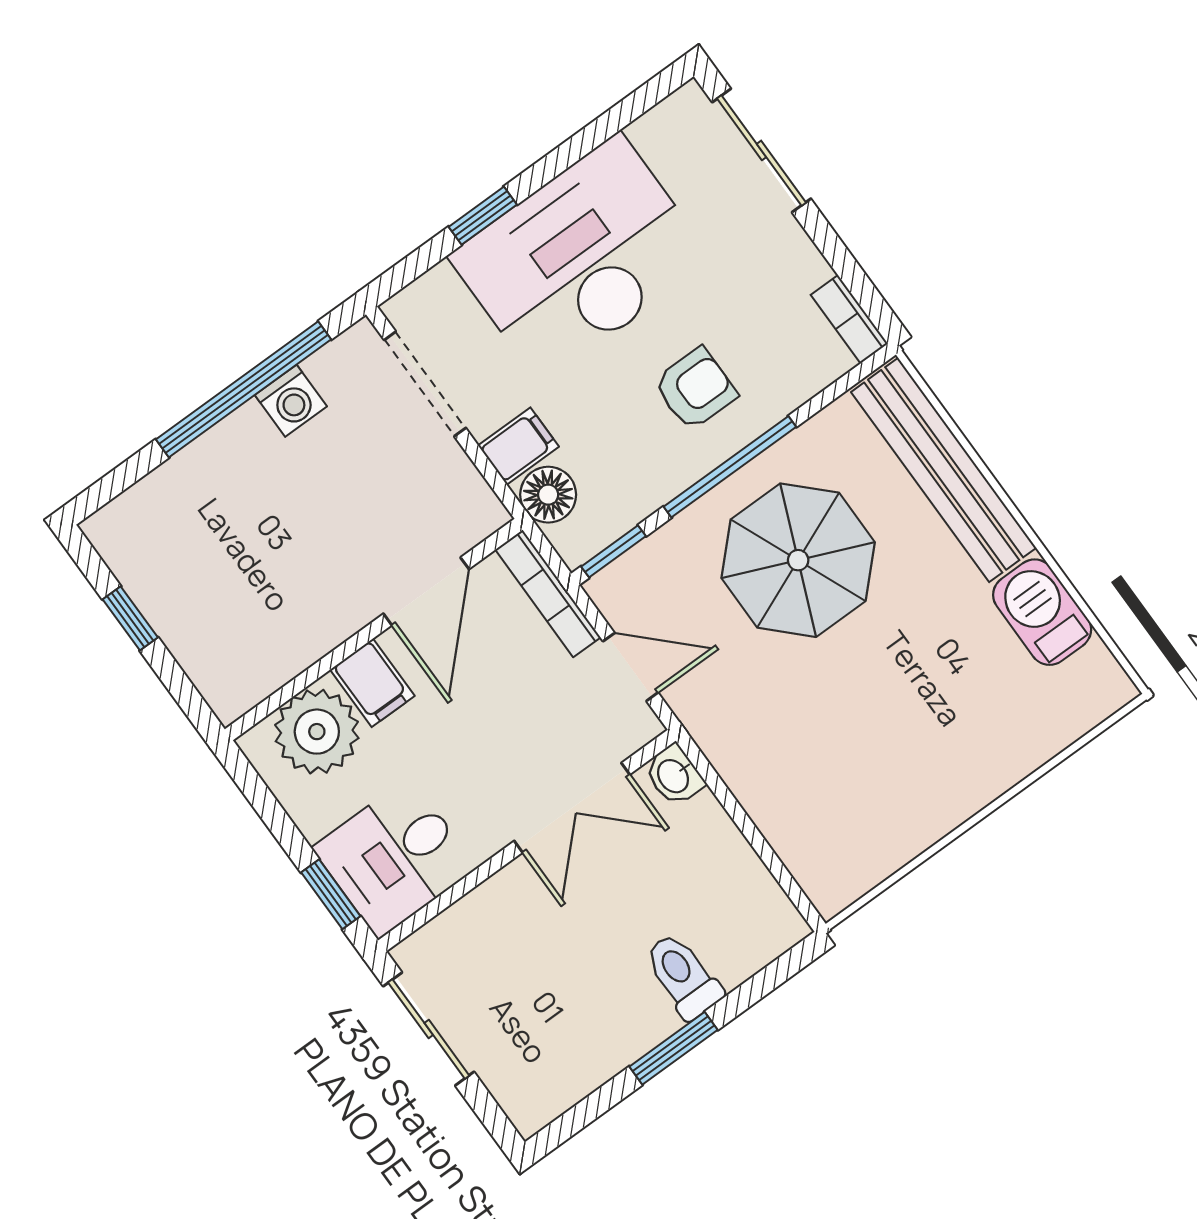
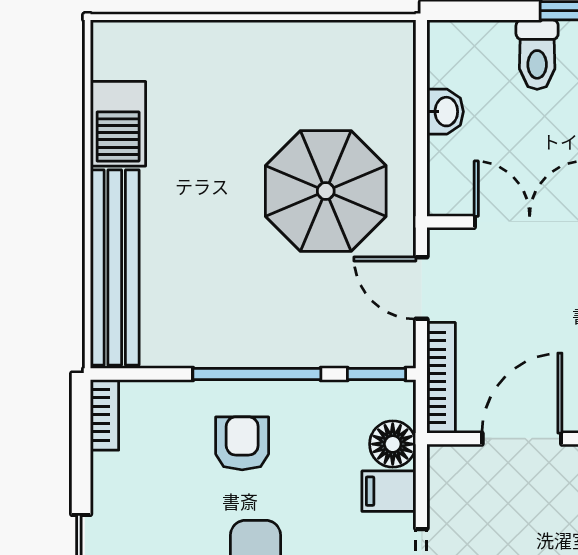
armchair: (695, 389) -> (242, 443), turned 90
parasol: (798, 560) -> (326, 191), moved
washbasin: (674, 775) -> (445, 112), moved

